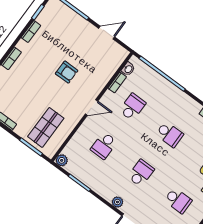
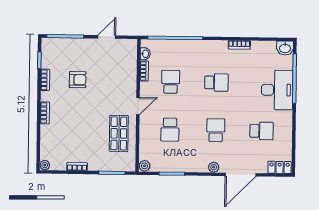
armchair: (67, 72) -> (78, 80), moved
shop shelf: (46, 127) -> (119, 133), moved

